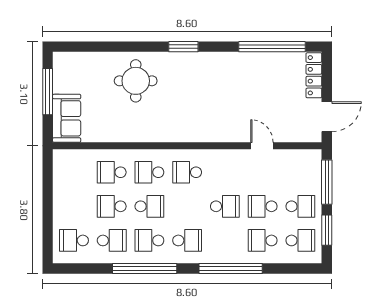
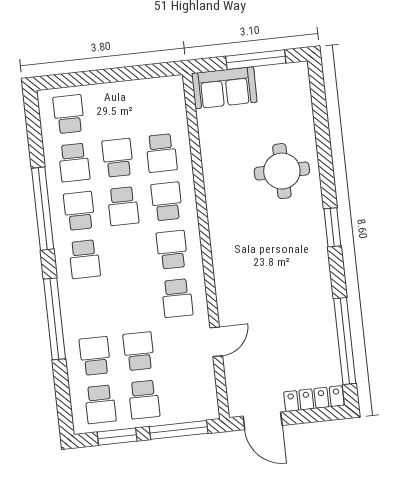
school desk: (112, 172) -> (161, 153), turned 180
school desk: (225, 206) -> (177, 298), moved

